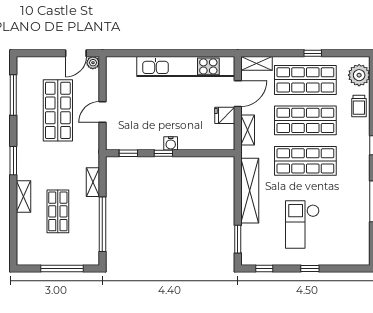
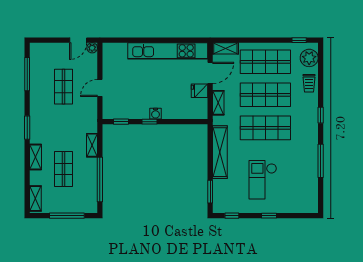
window: (313, 53) -> (299, 40), moved
shop shelf: (58, 110) -> (64, 87), width x0.70, depth x0.74
shelving: (23, 248) -> (35, 199), added

